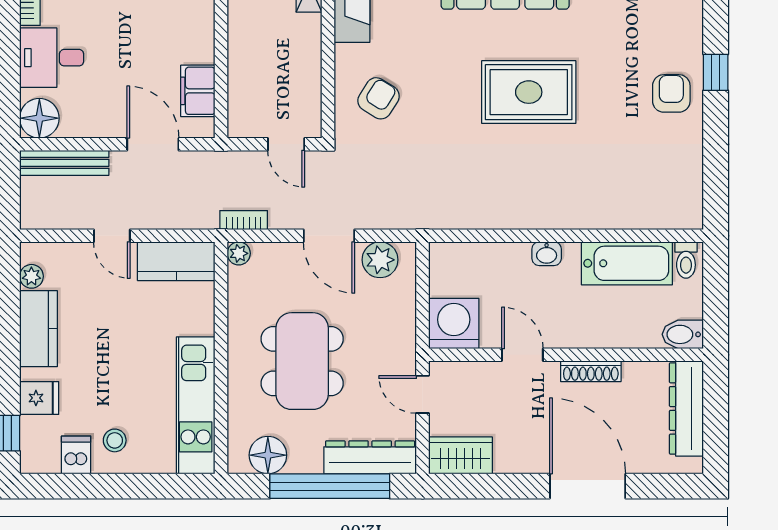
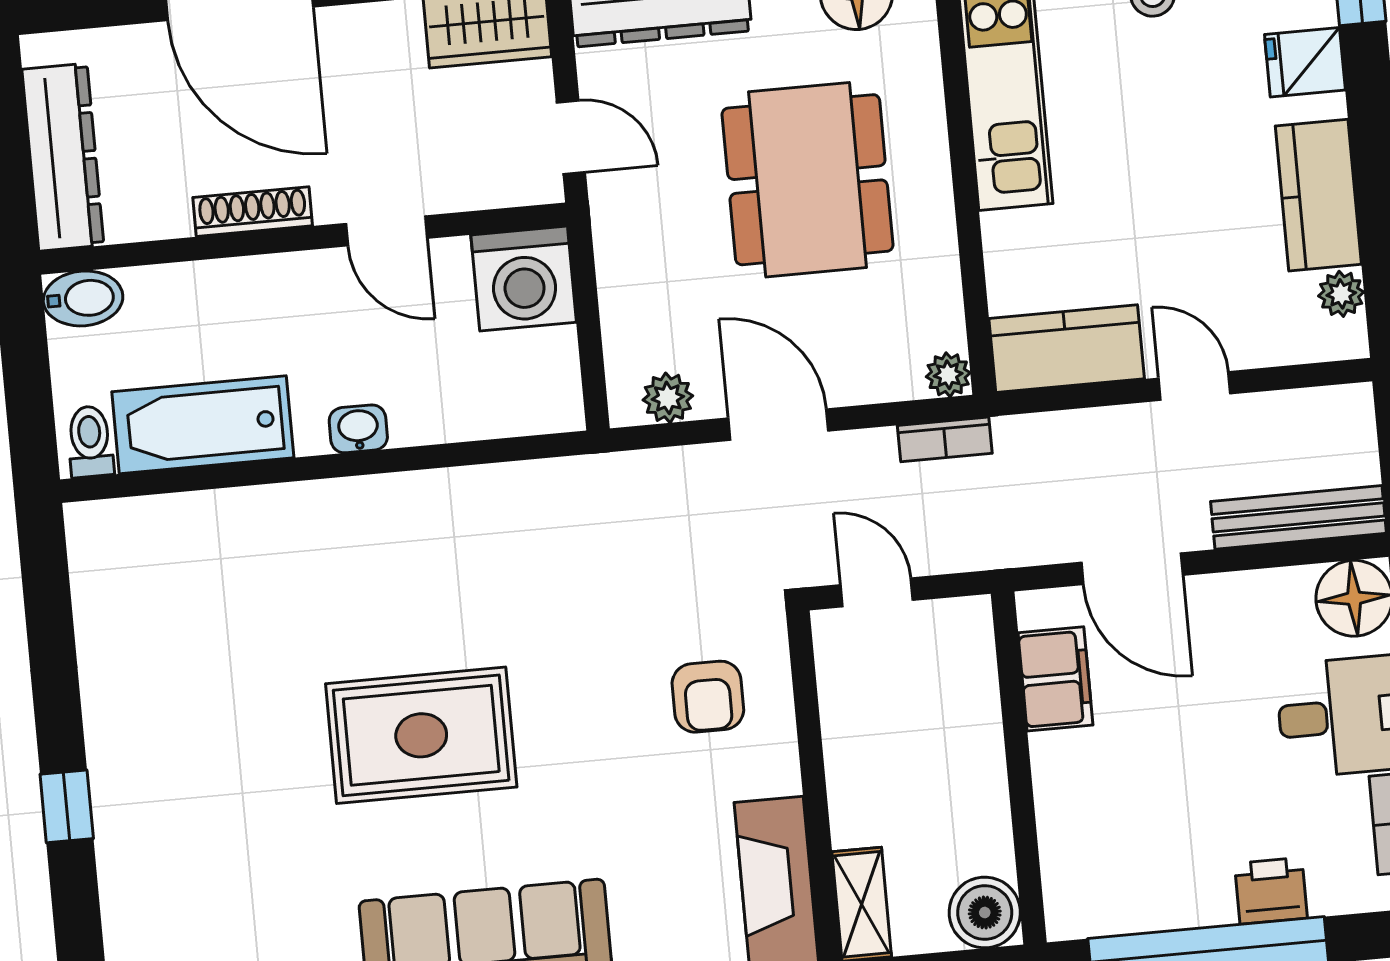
armchair: (671, 93) -> (148, 758), removed
armchair: (379, 98) -> (708, 697), turned -32
plant: (380, 260) -> (668, 398), width x0.73, depth x0.73

